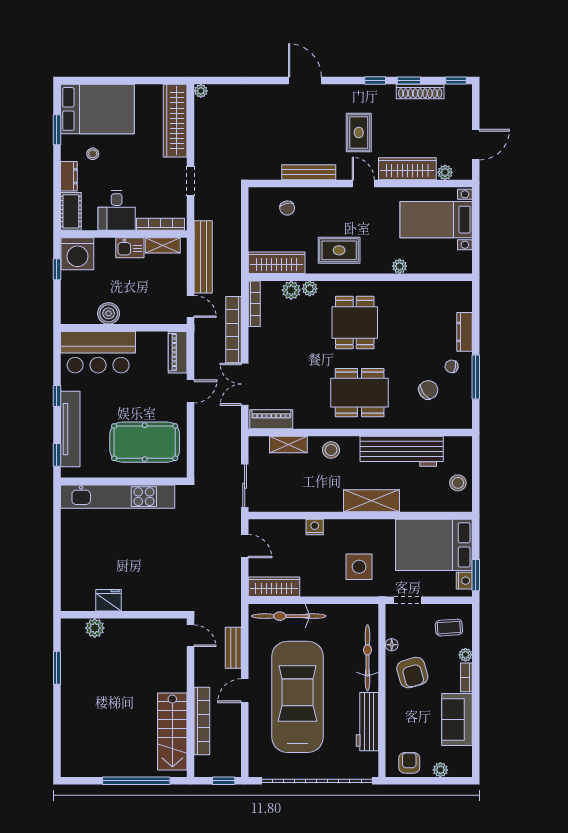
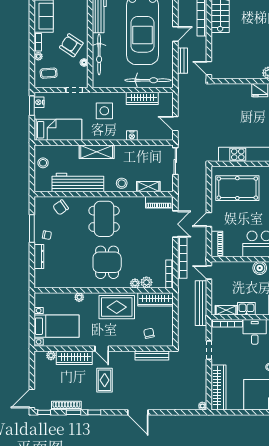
door: (476, 145) -> (32, 398), moved
bench: (309, 172) -> (152, 356), moved
rug: (339, 250) -> (117, 307), width x1.36, depth x1.43
chair: (428, 390) -> (61, 207), moved
dining table: (360, 393) -> (104, 219), turned 90
bed: (434, 545) -> (58, 130), width x0.67
wardrobe: (274, 587) -> (142, 98), moved
armchair: (412, 673) -> (71, 45), turned -40

